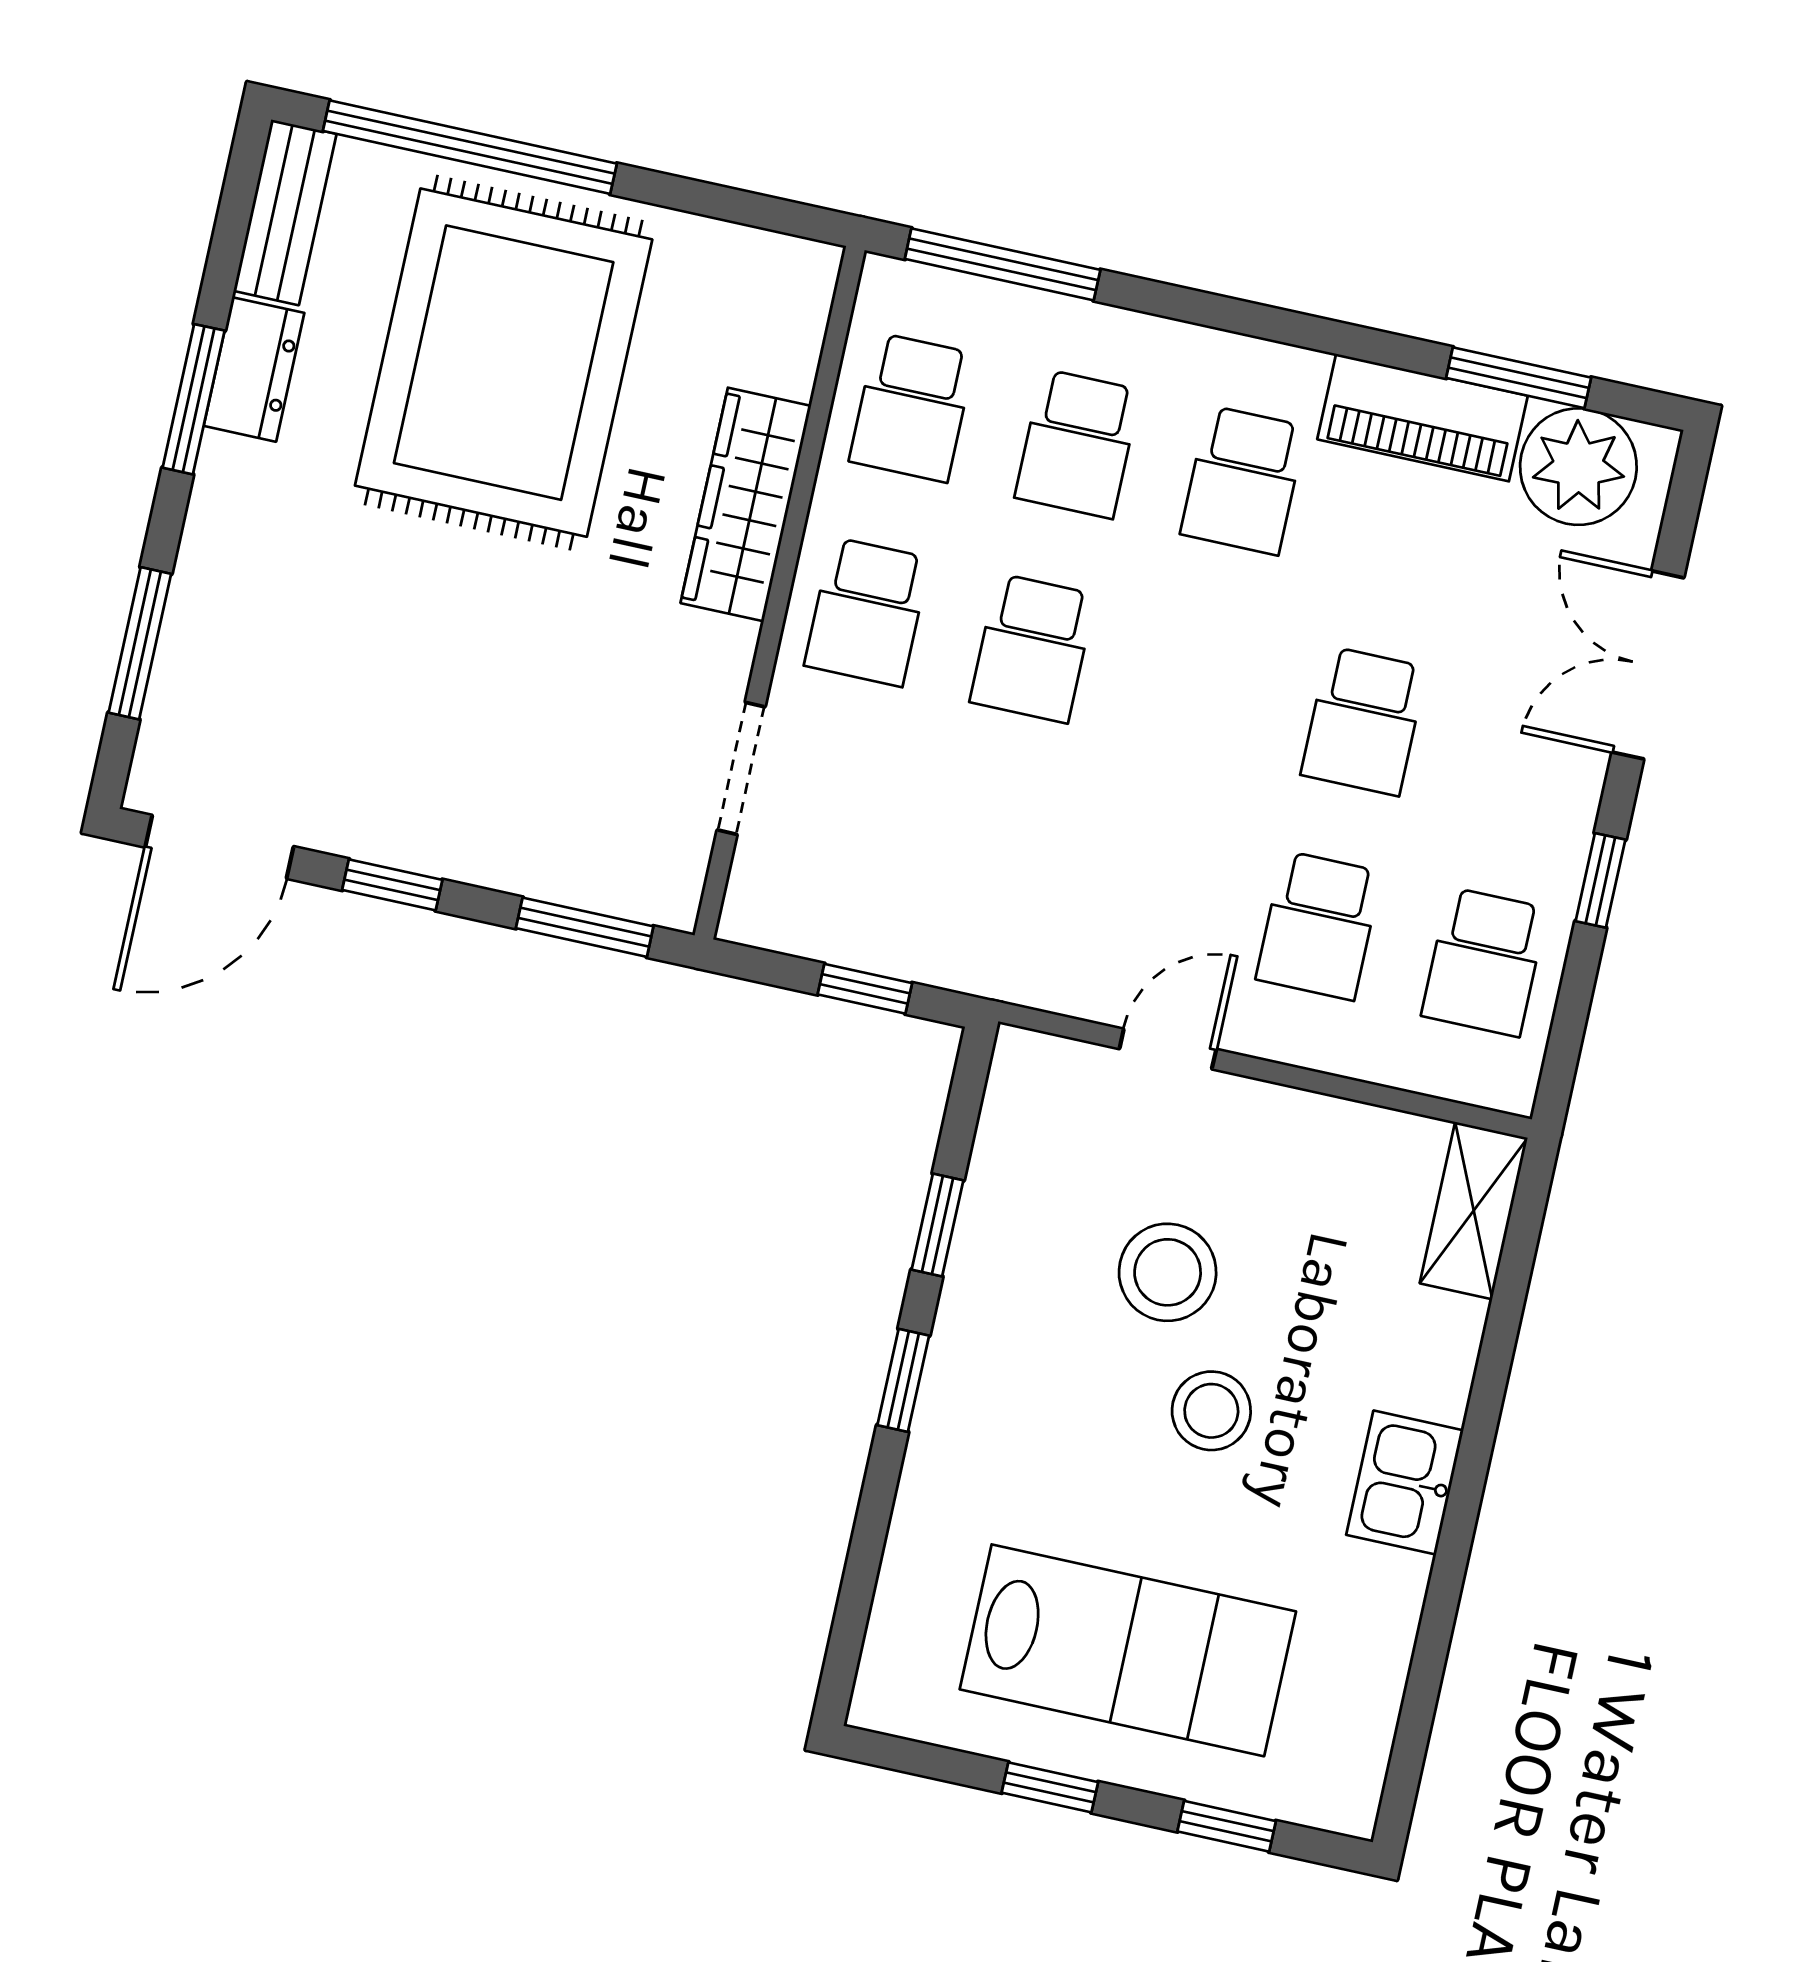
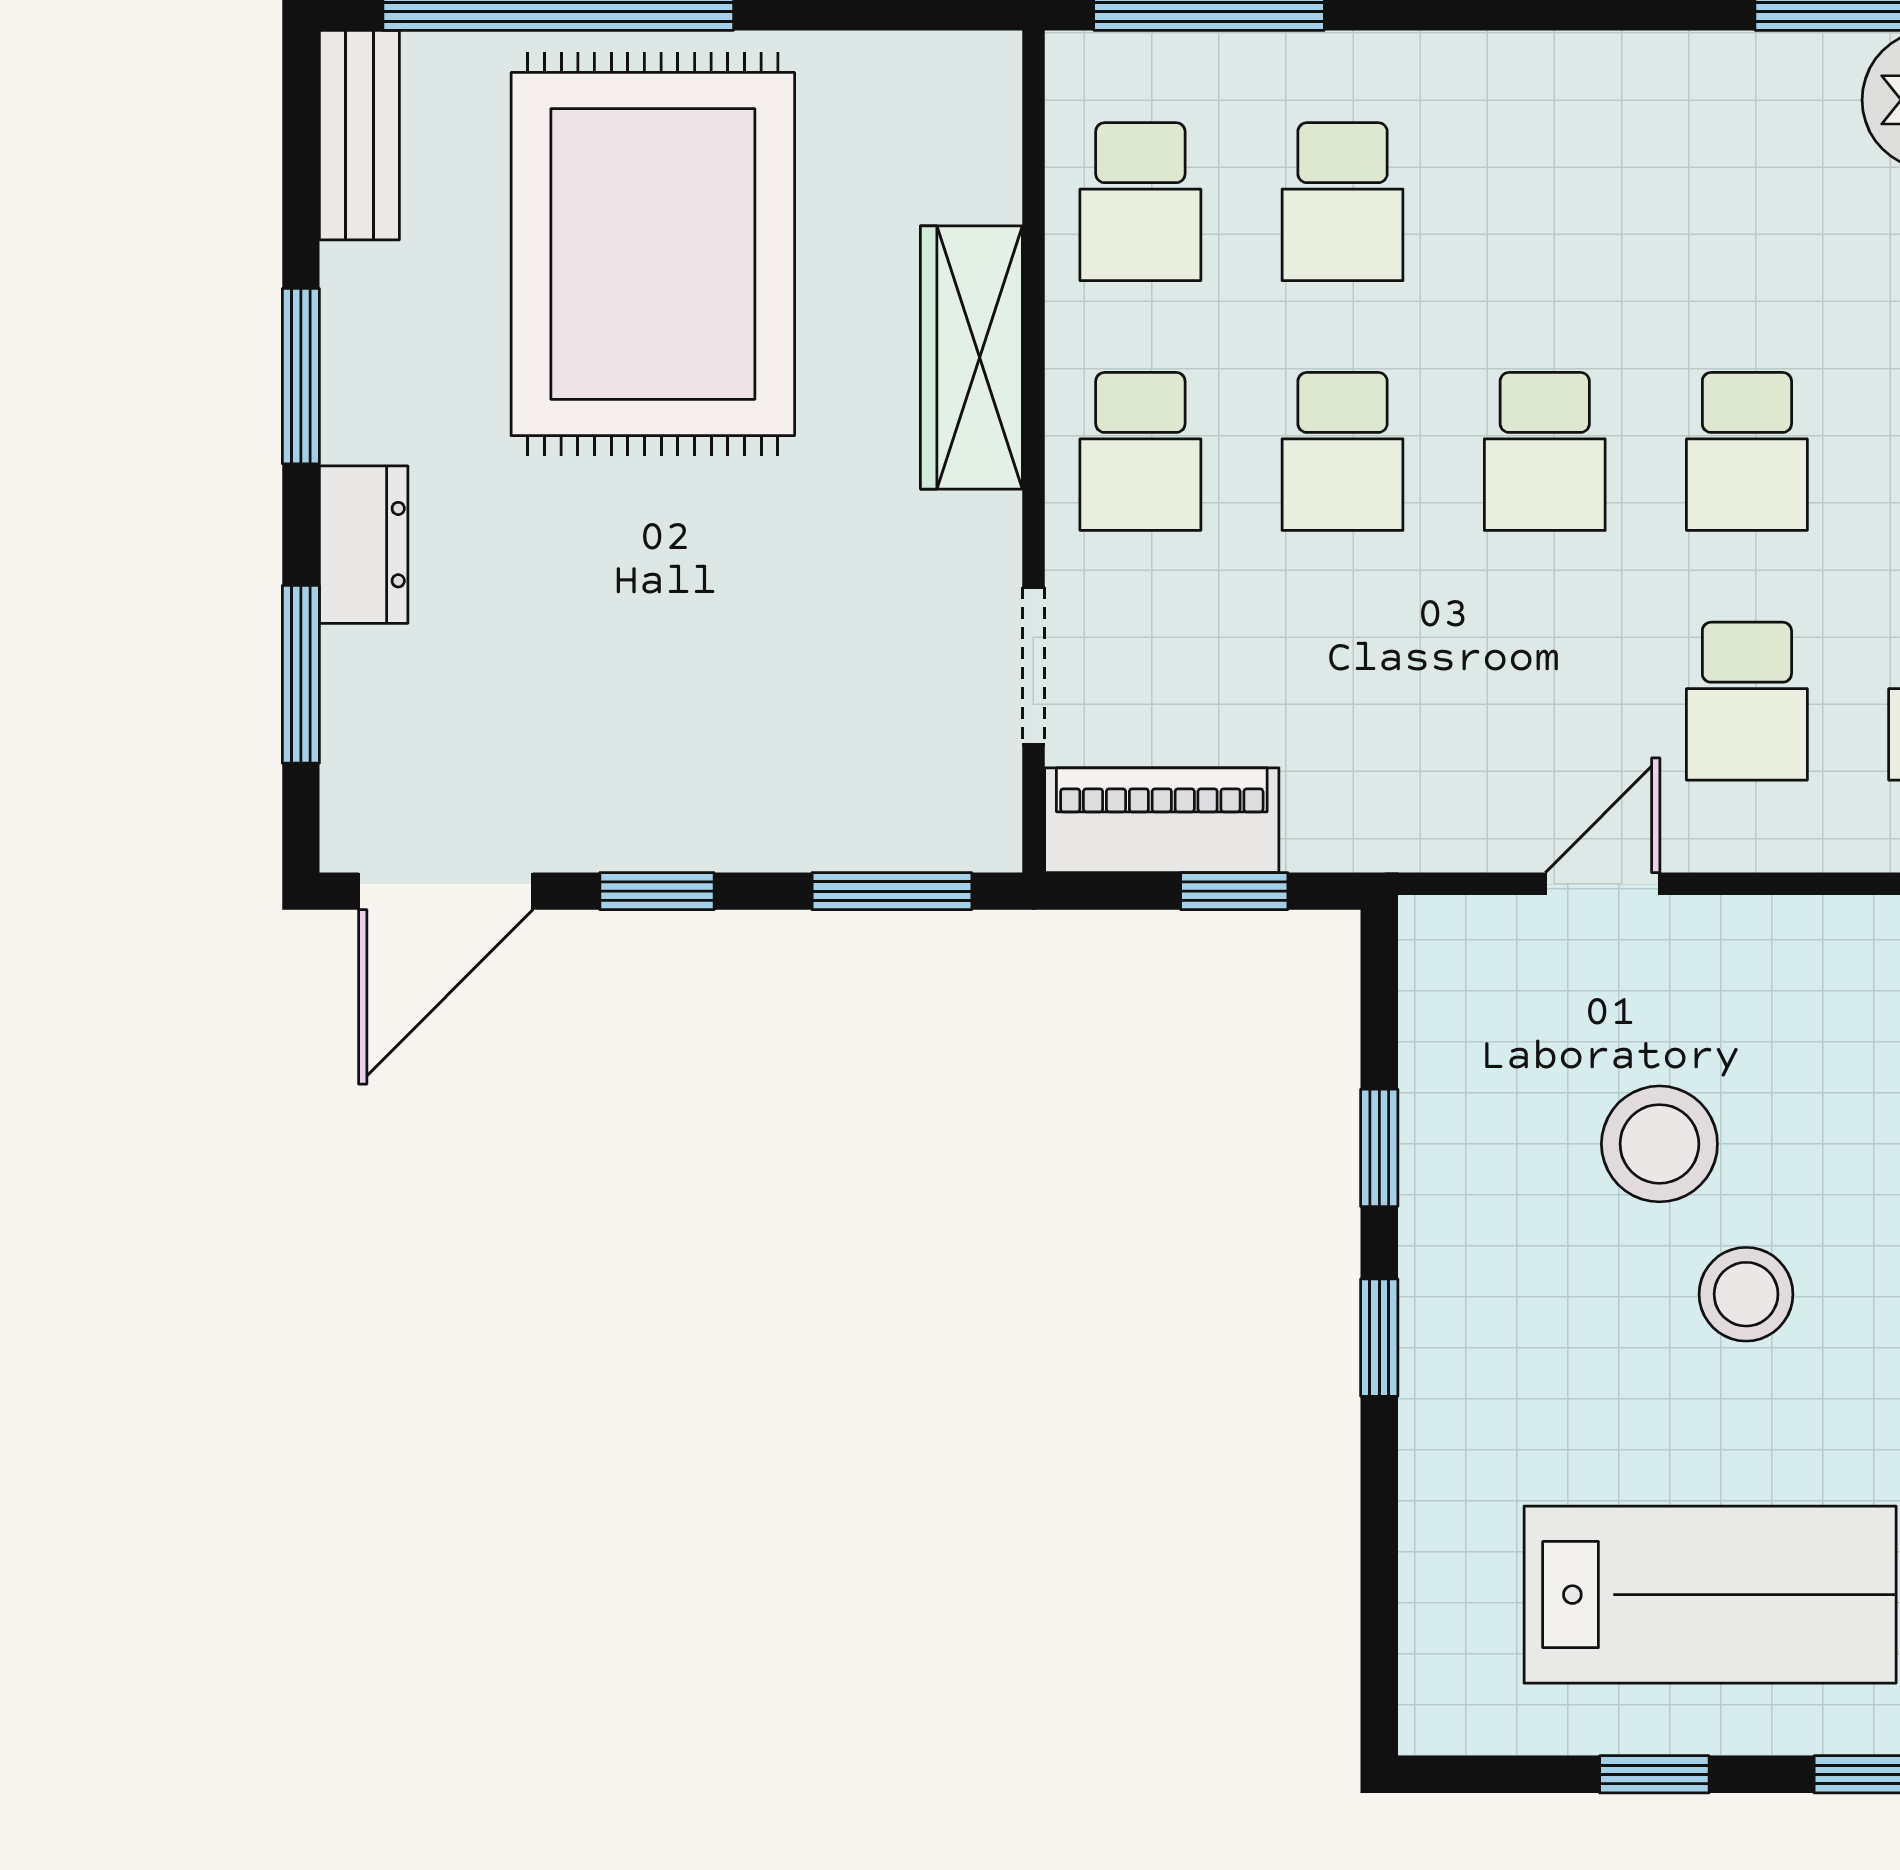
dresser: (254, 369) -> (364, 545), moved
piano: (1423, 418) -> (1162, 820), moved, turned 180
school desk: (1243, 480) -> (1545, 451), moved

